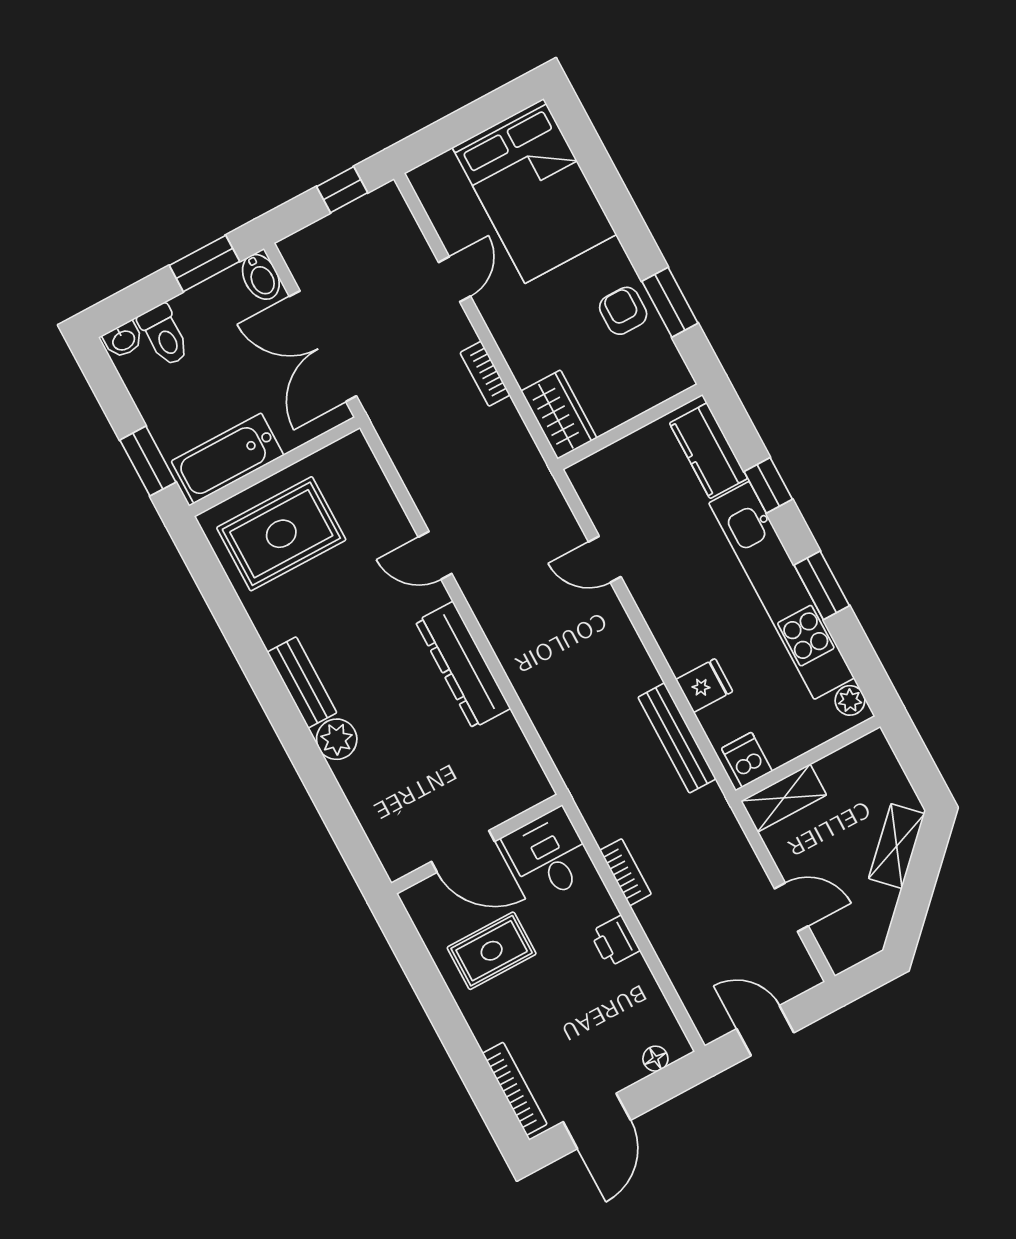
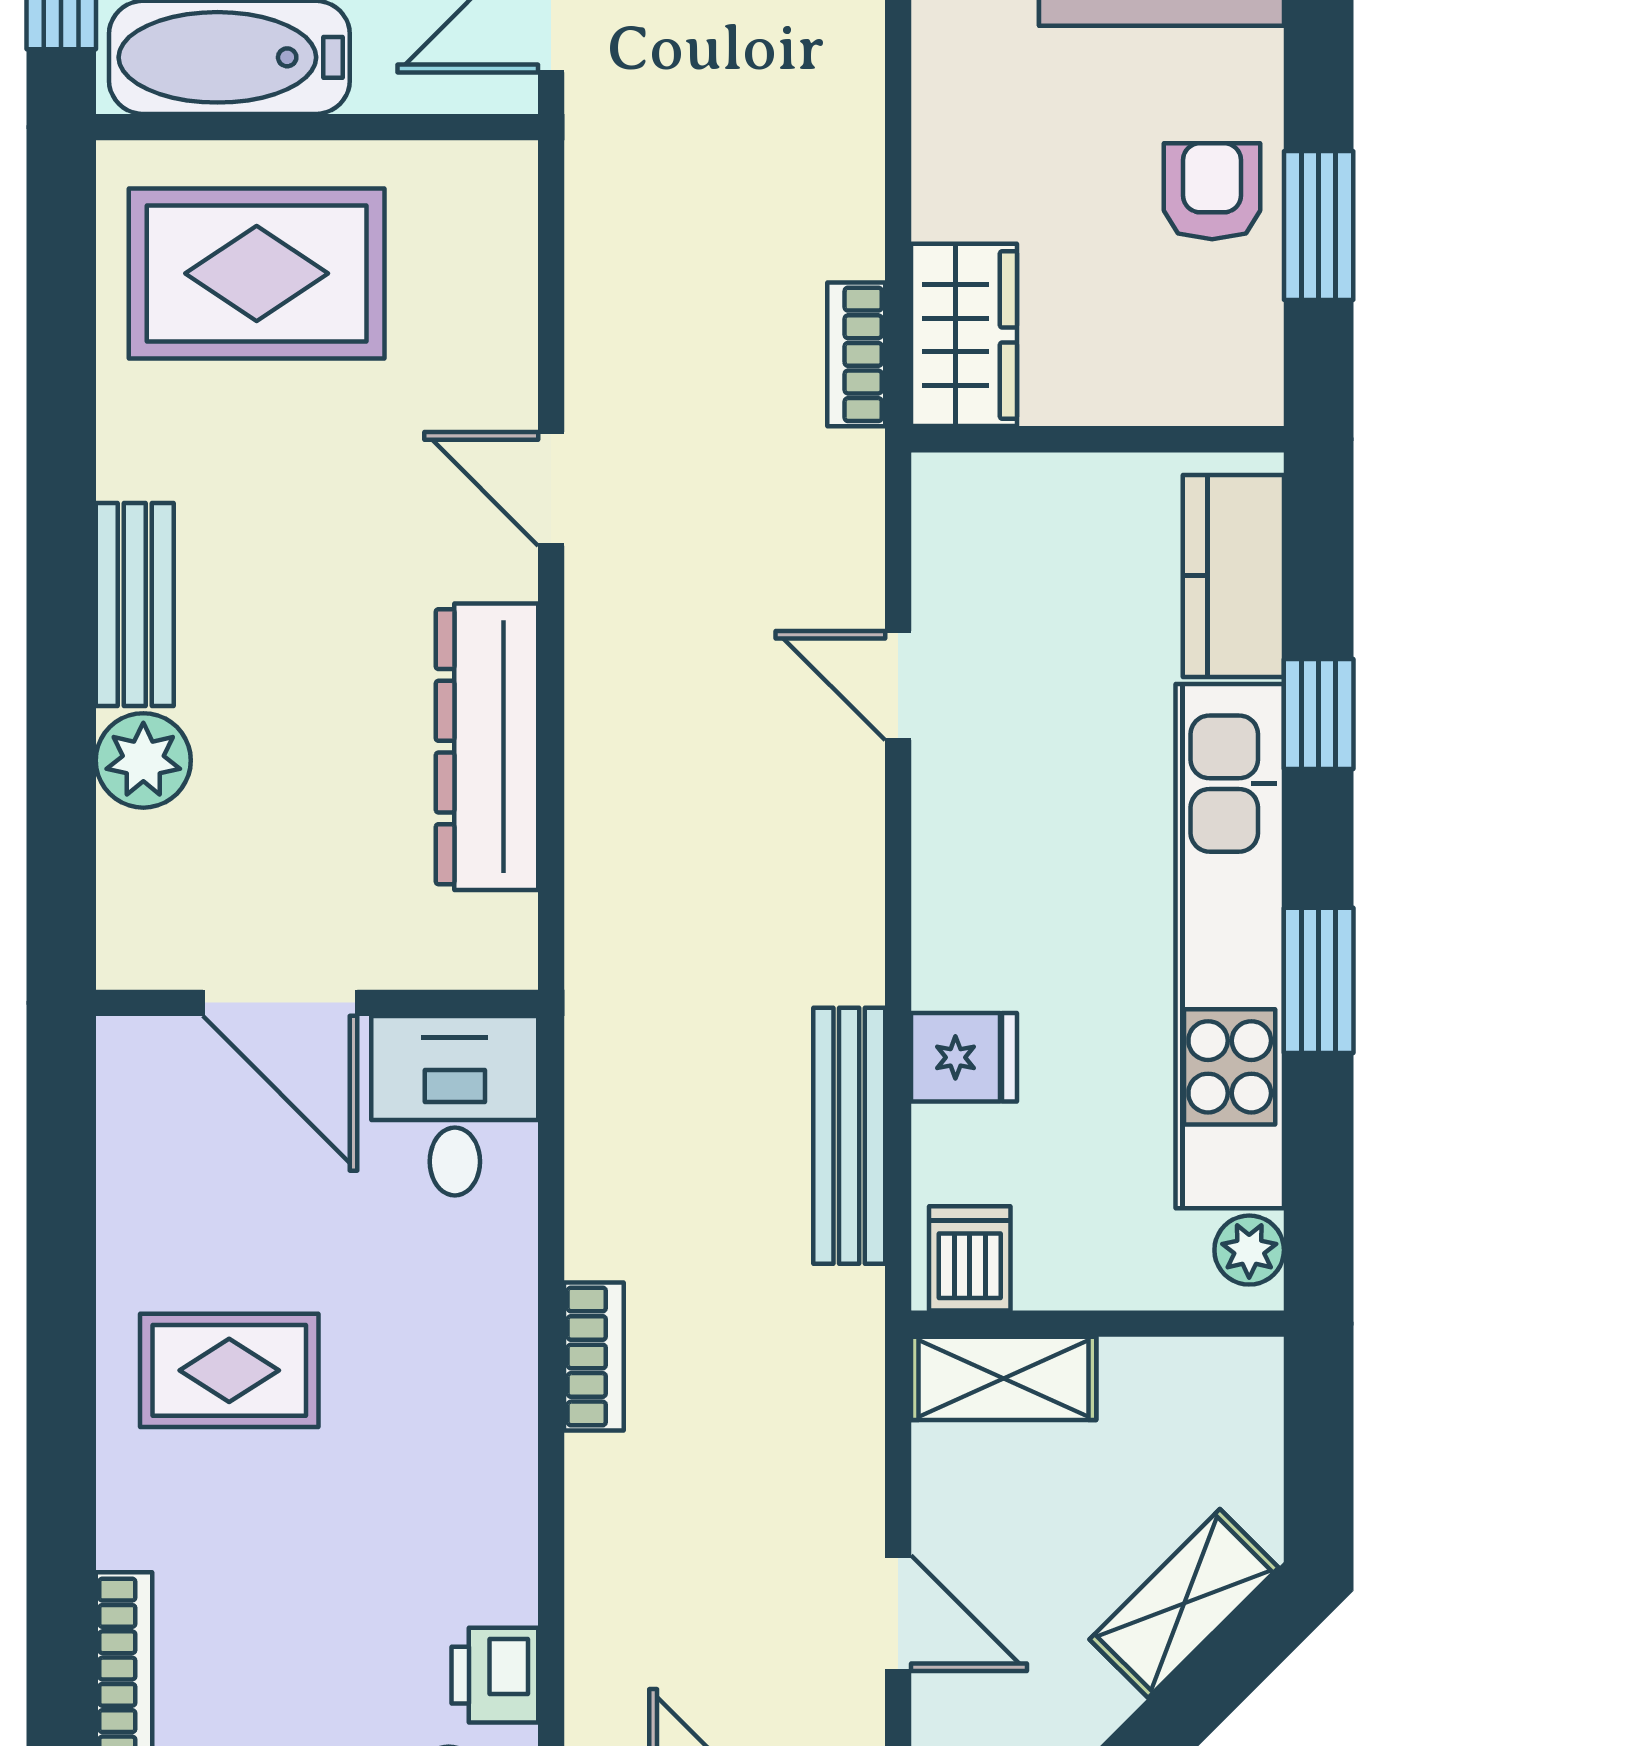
bookcase: (485, 374) -> (856, 354), moved
wall: (477, 844) -> (317, 1003), moved
door: (463, 851) -> (280, 1003), moved
desk: (549, 855) -> (455, 1106), moved
printer: (615, 941) -> (495, 1675), moved

